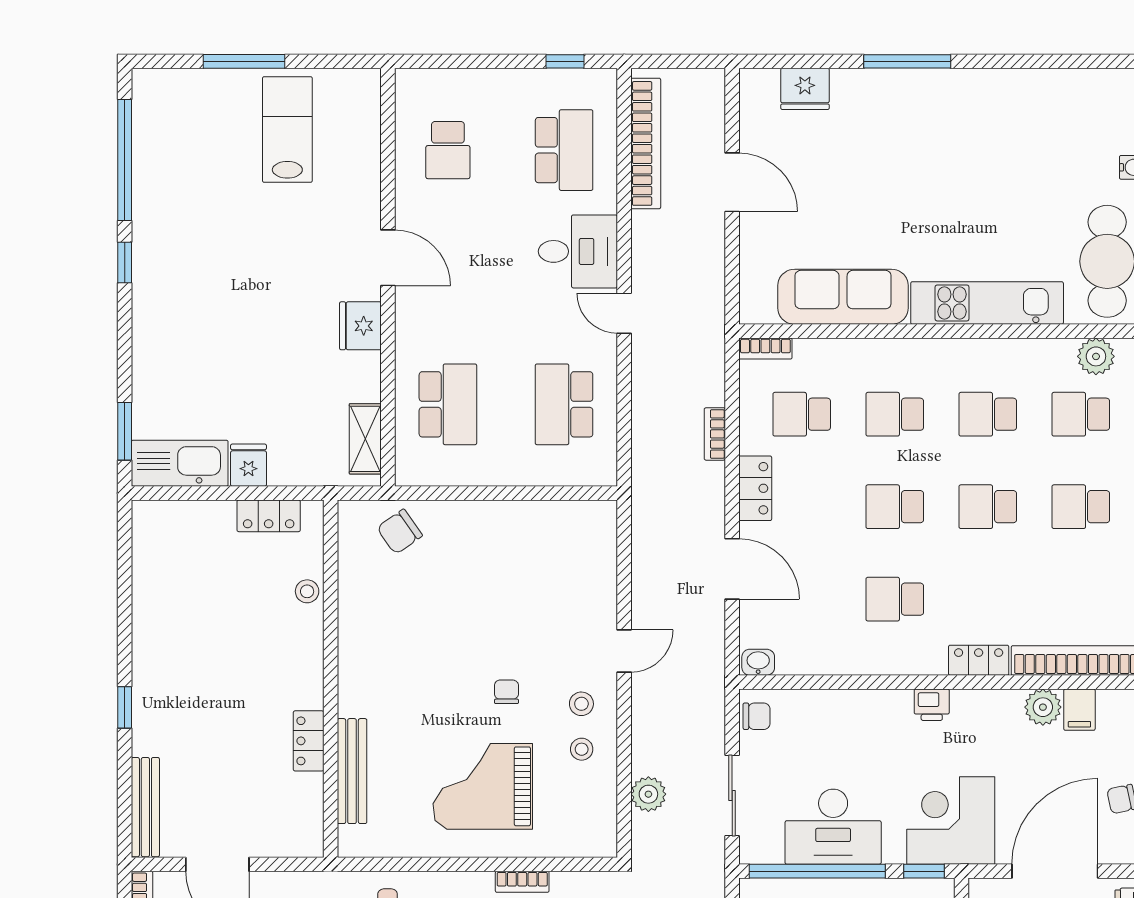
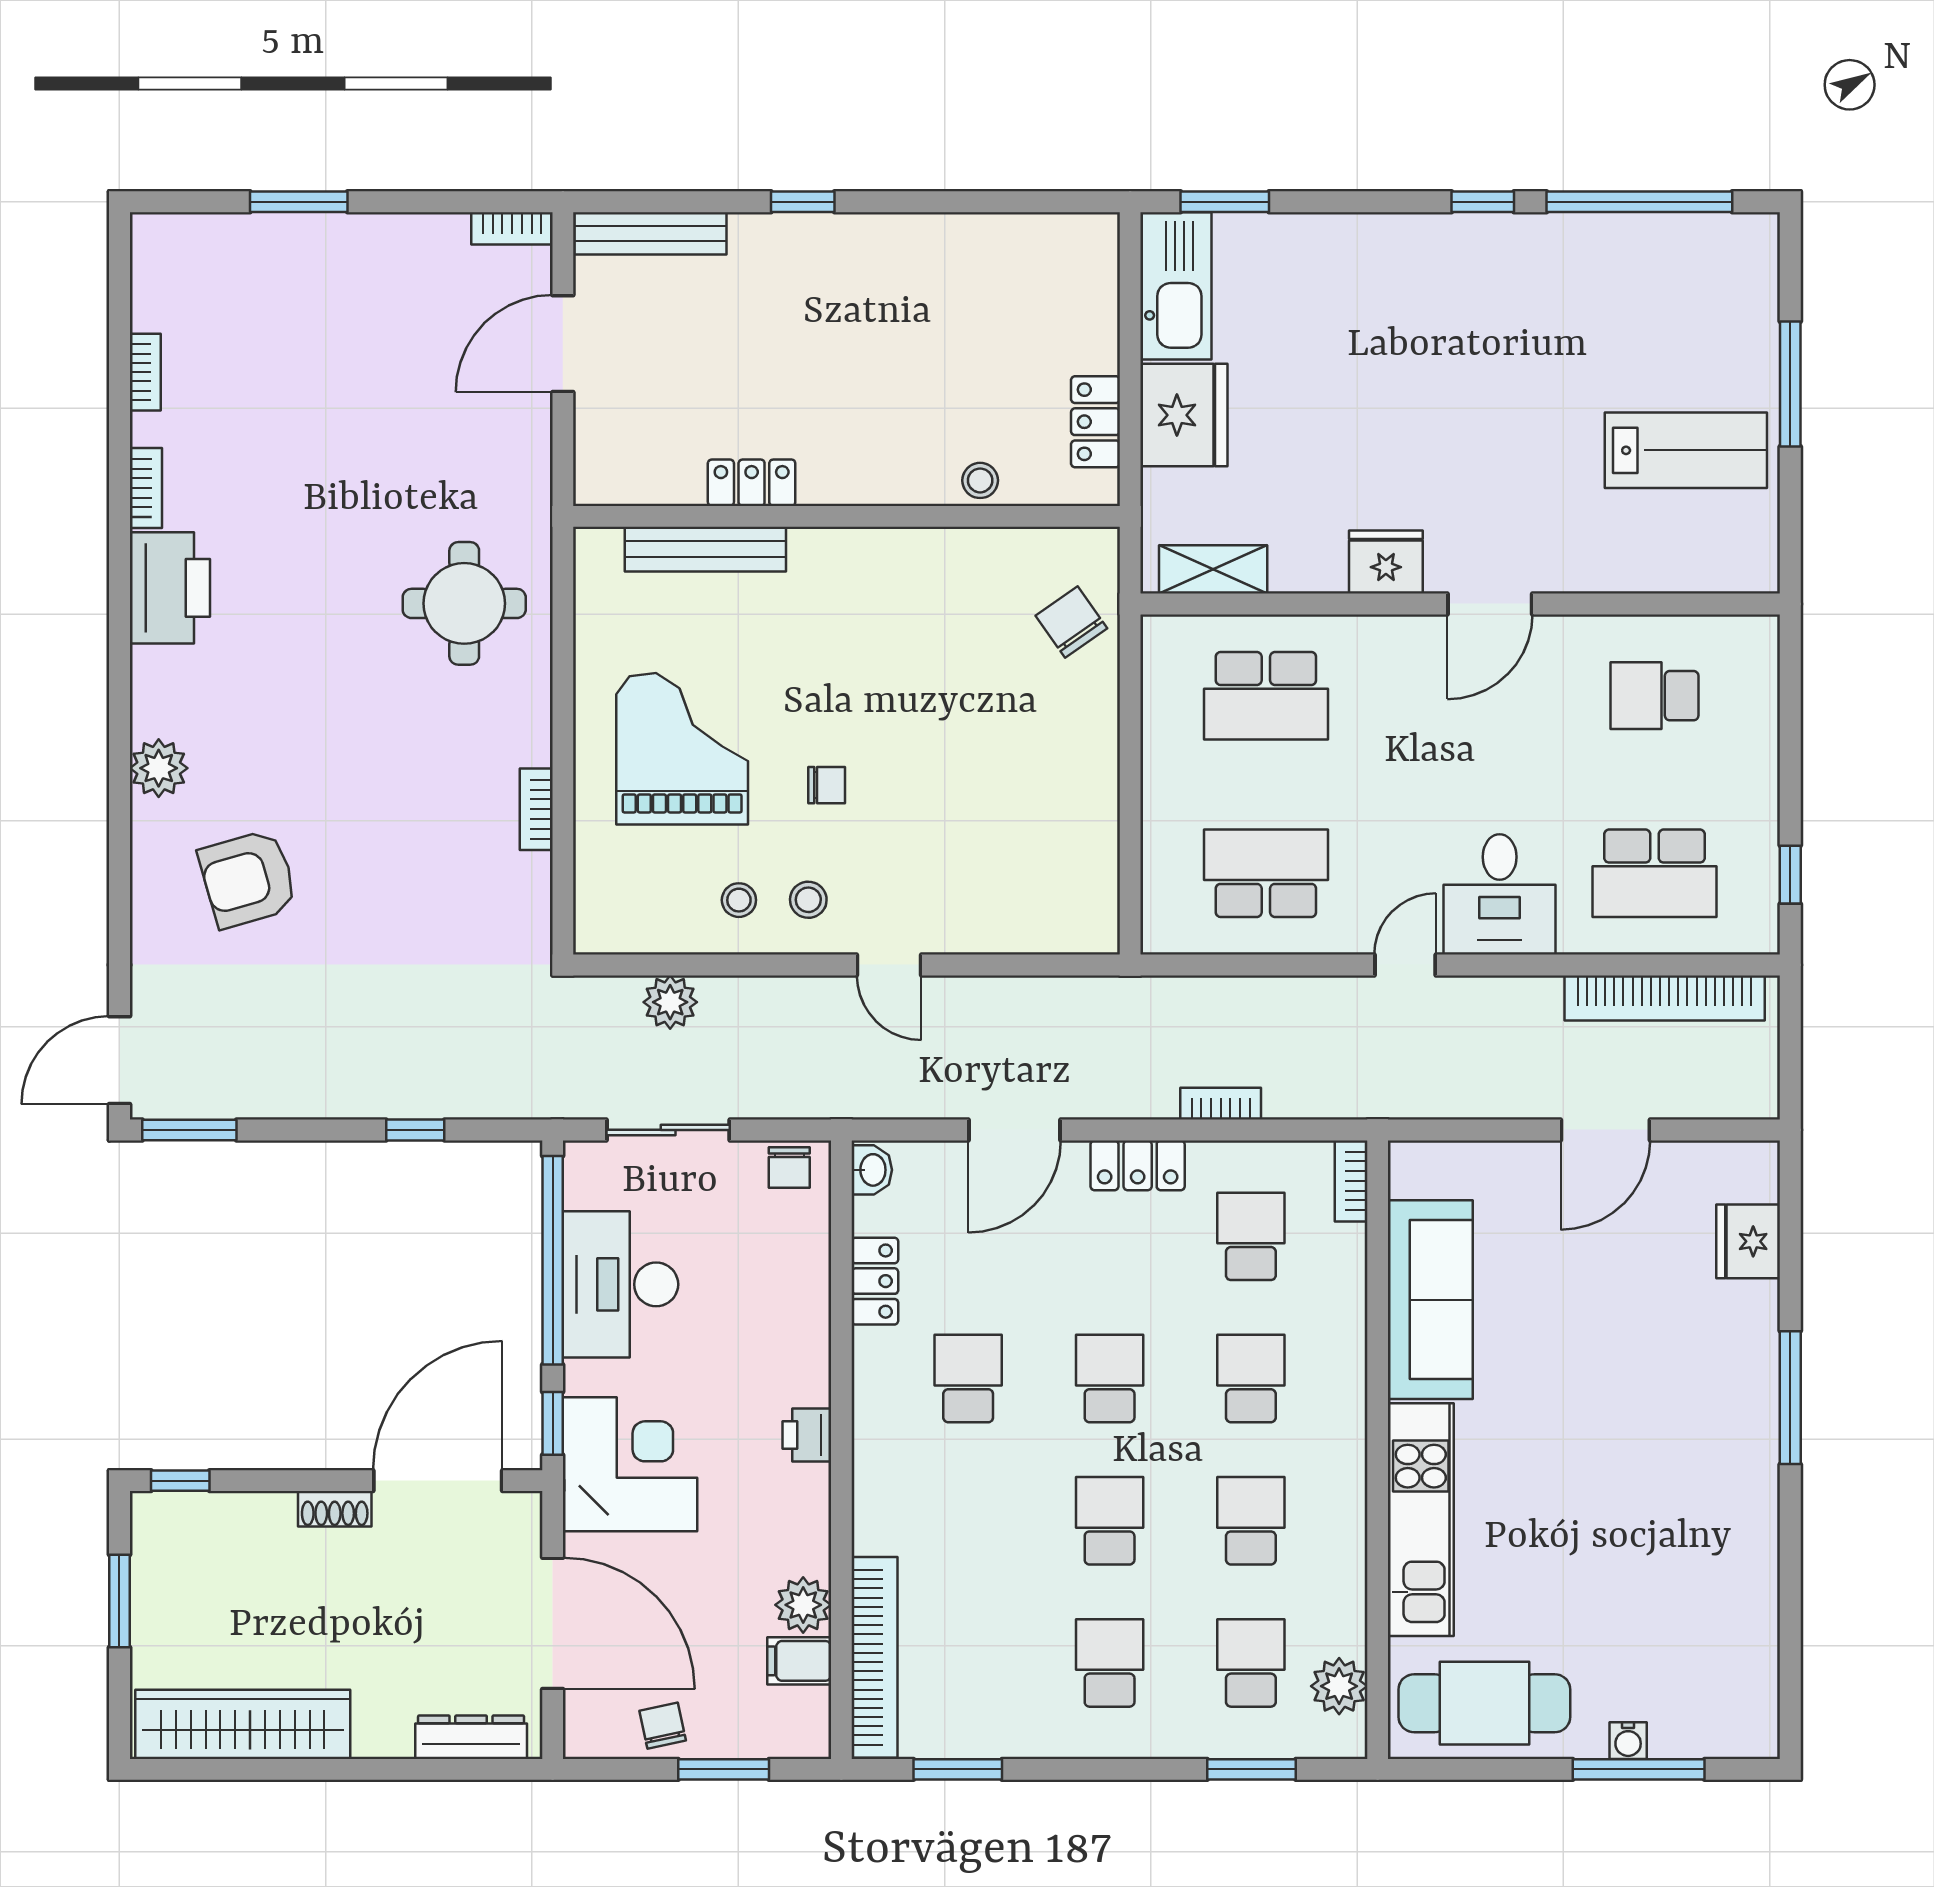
fridge: (248, 465) -> (1184, 415), width x1.88, depth x1.34
locker: (979, 660) -> (875, 1281), moved

